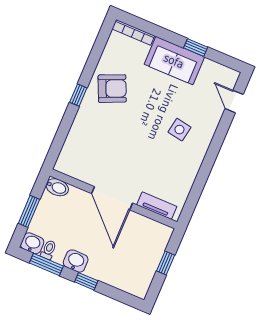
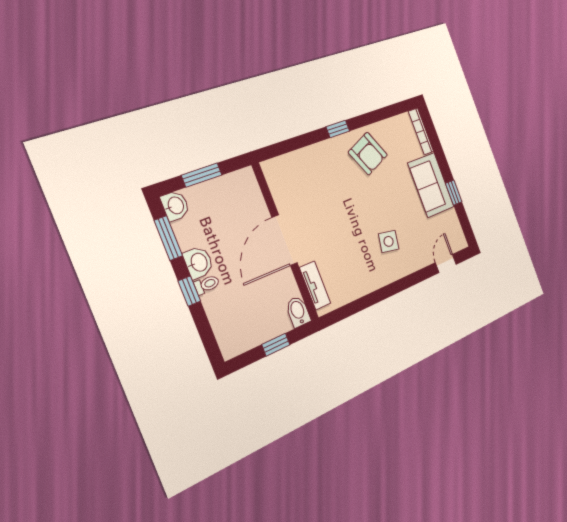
bidet: (57, 187) -> (298, 312), moved, turned 180
toilet: (49, 250) -> (207, 285), moved

